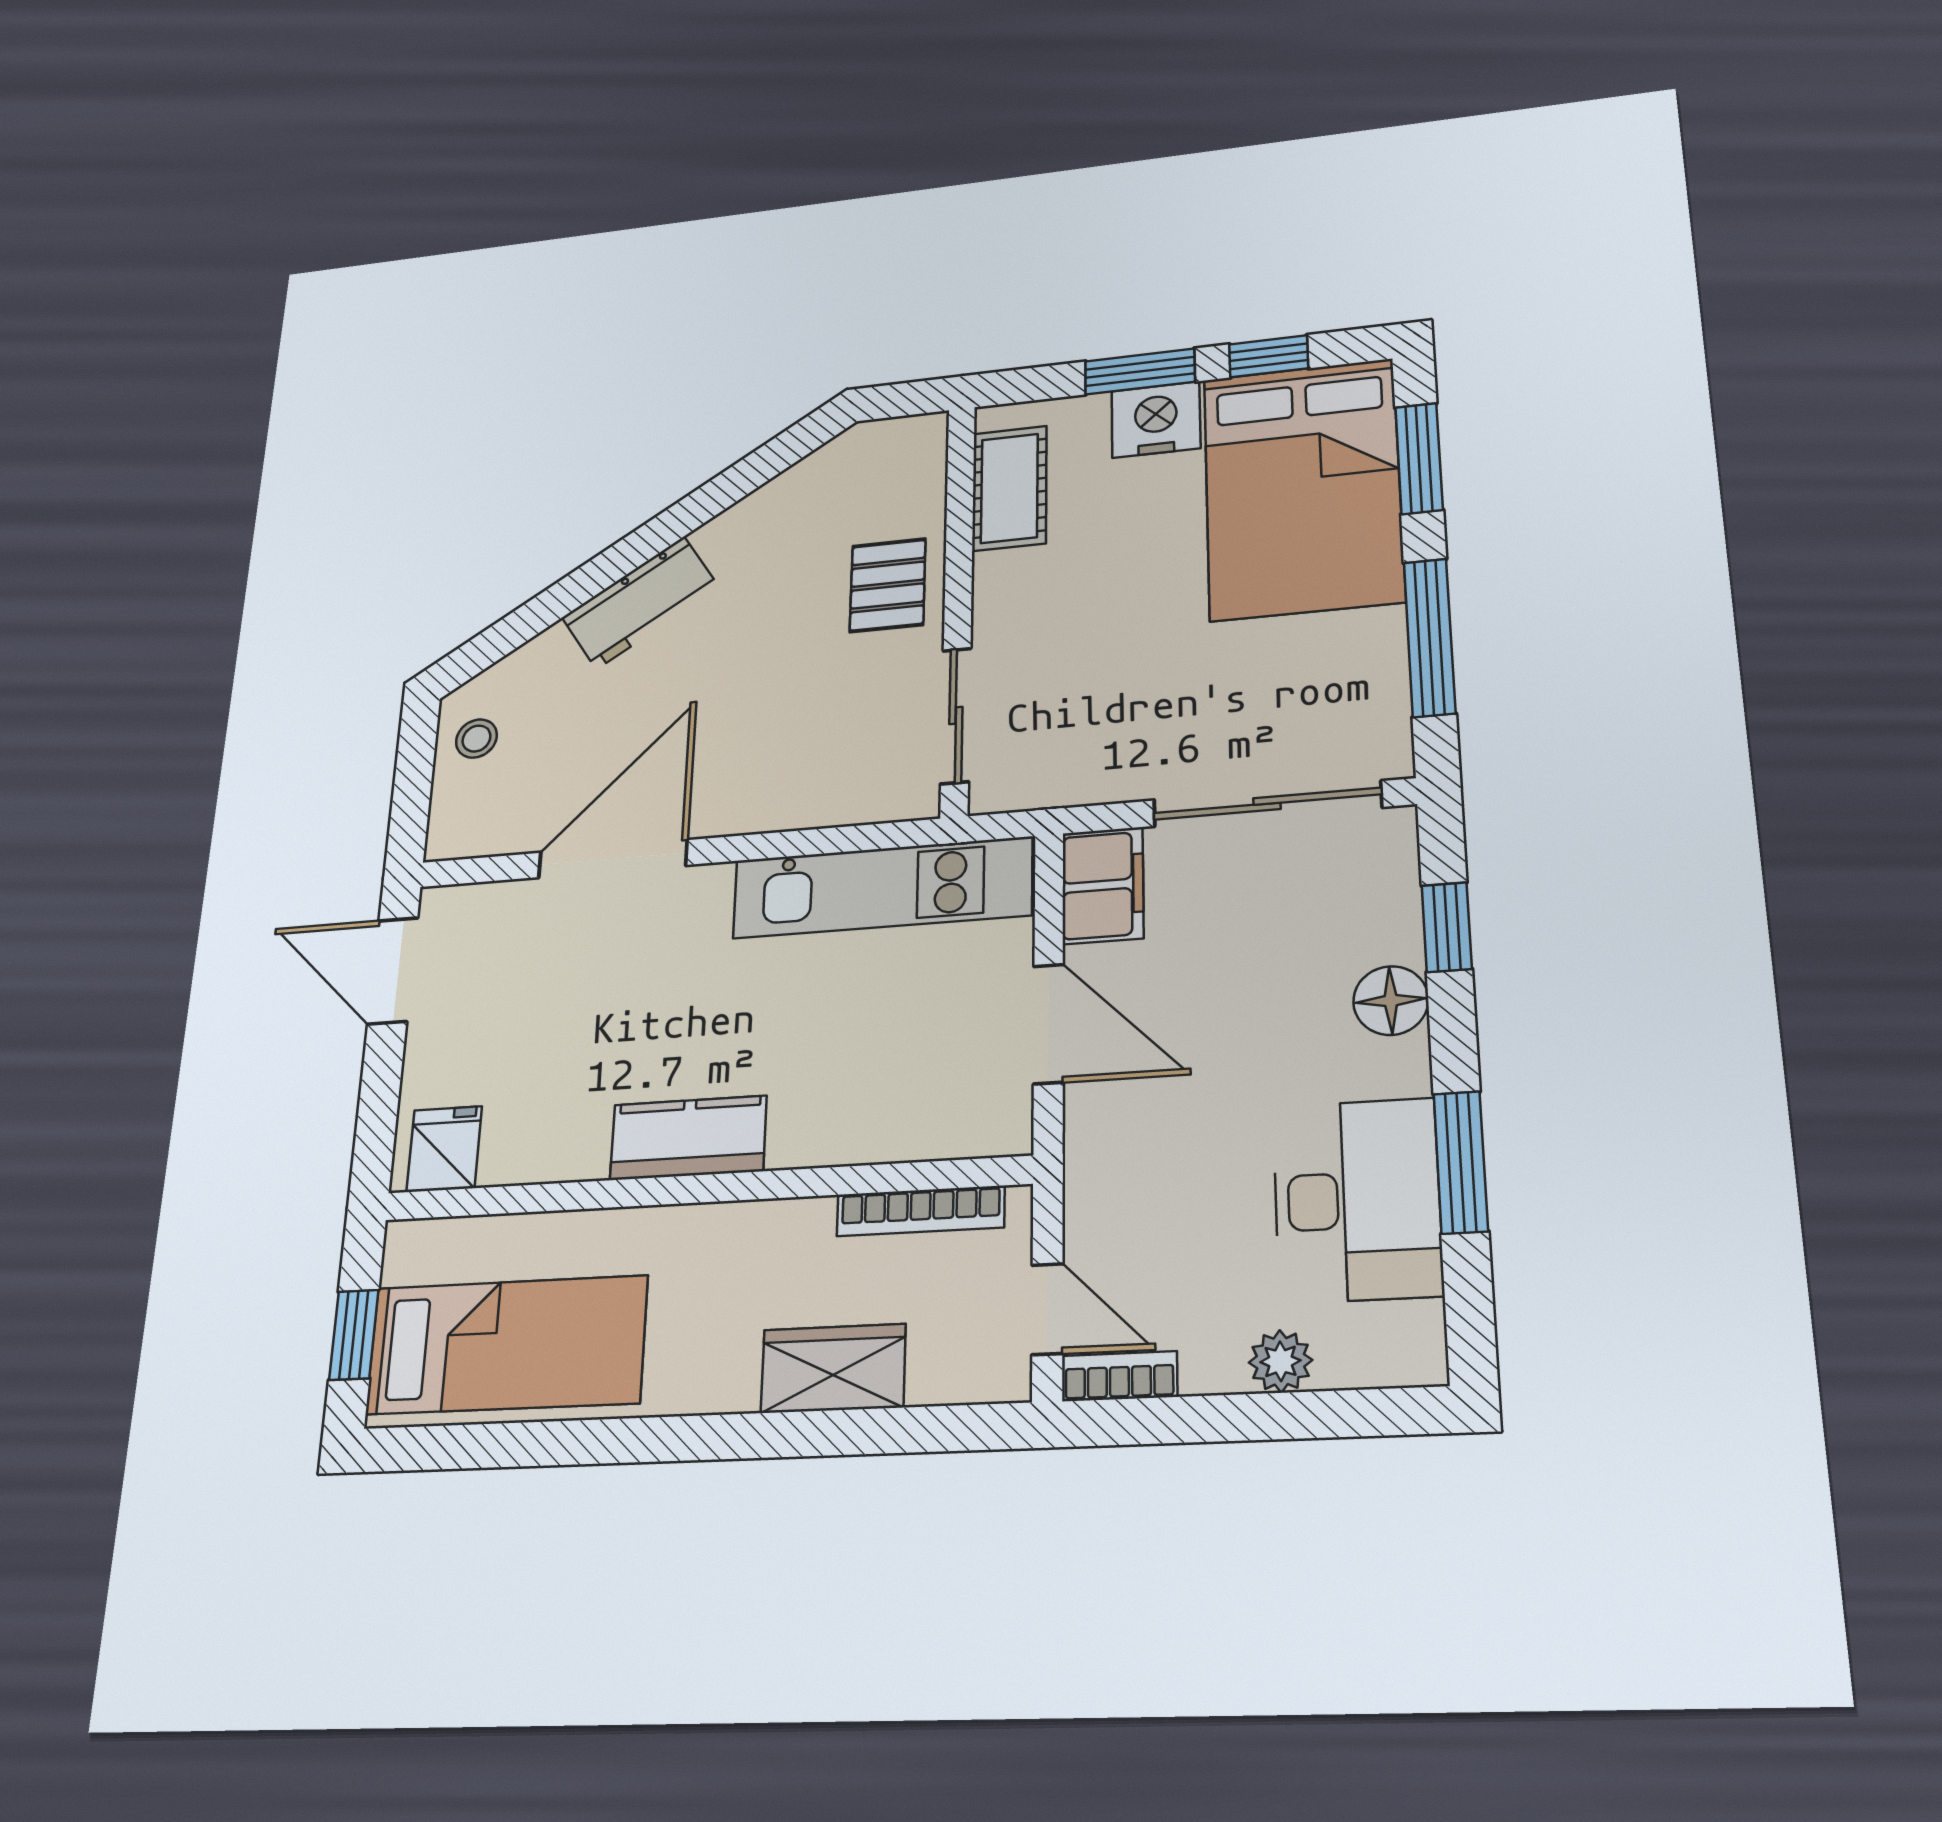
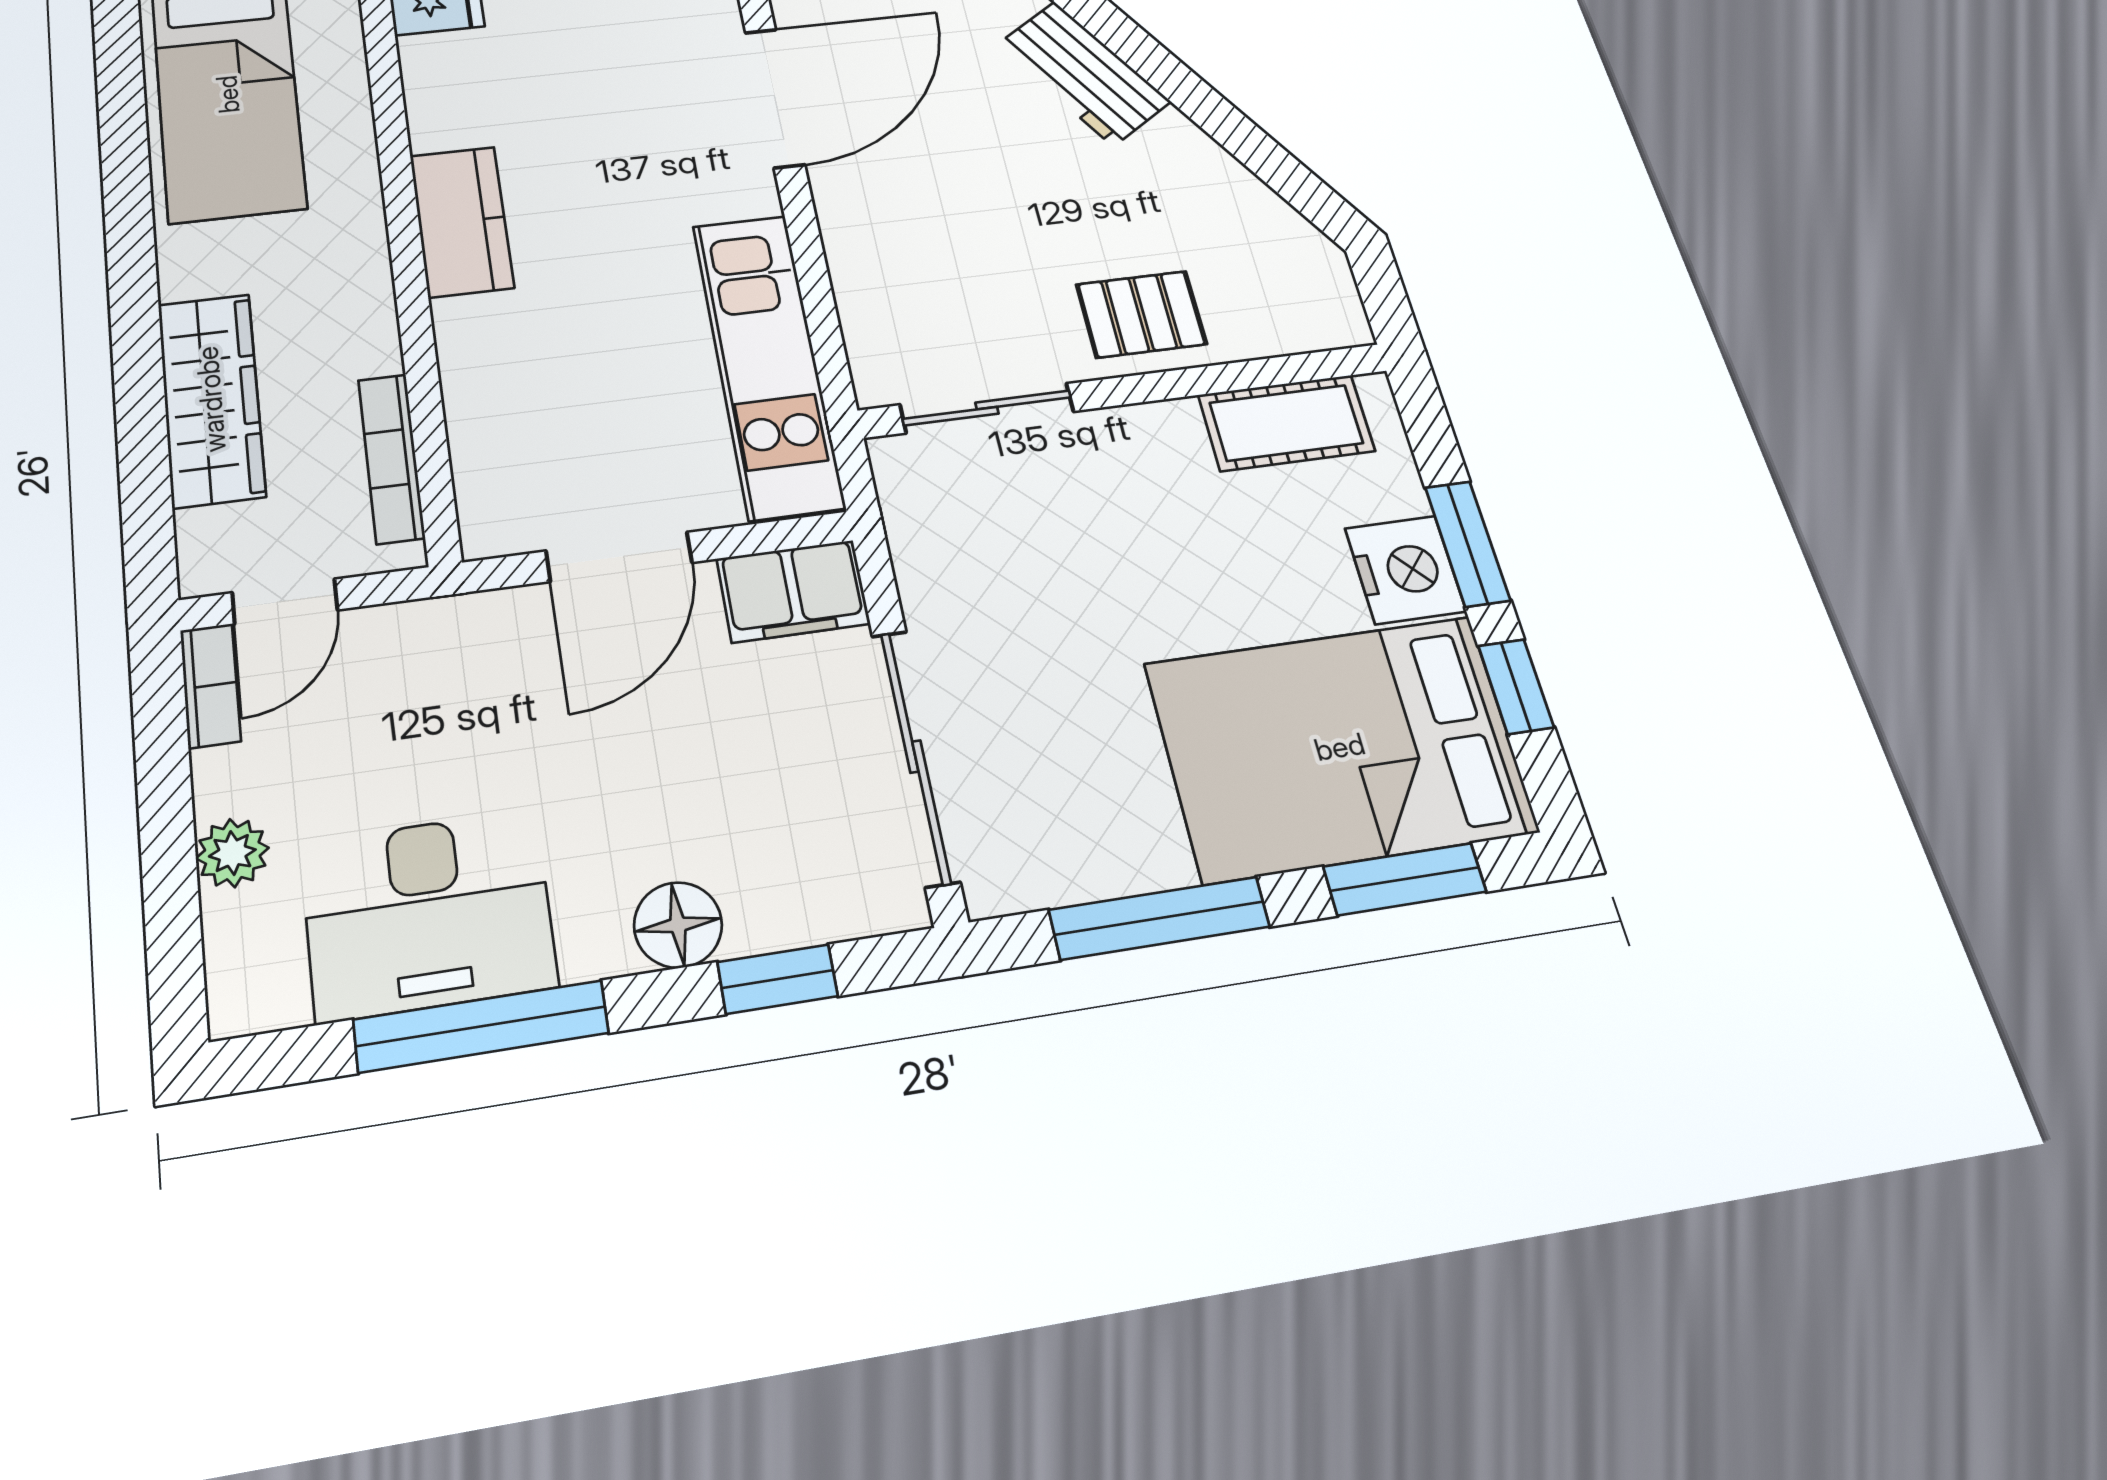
door: (613, 859) -> (775, 98), hinge flipped
window: (1461, 1162) -> (481, 1026), width x1.44
wardrobe: (833, 1368) -> (211, 399), width x1.50

